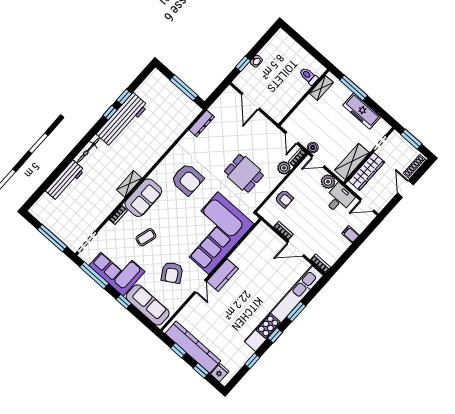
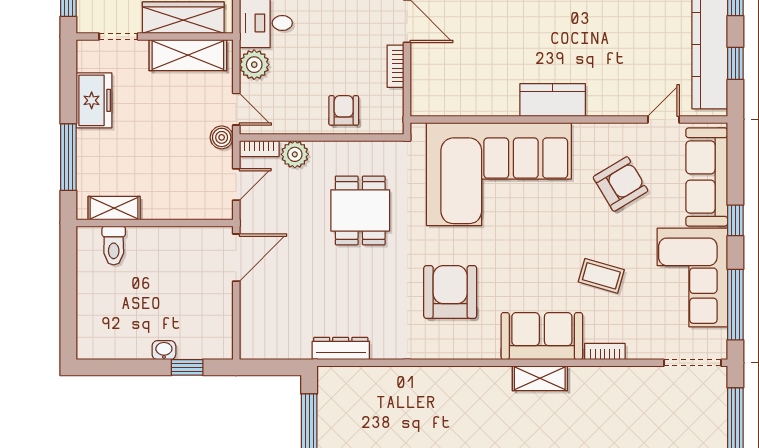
door: (251, 101) -> (236, 258), moved
freezer: (362, 111) -> (94, 100), width x0.71
door: (200, 286) -> (663, 119), moved

